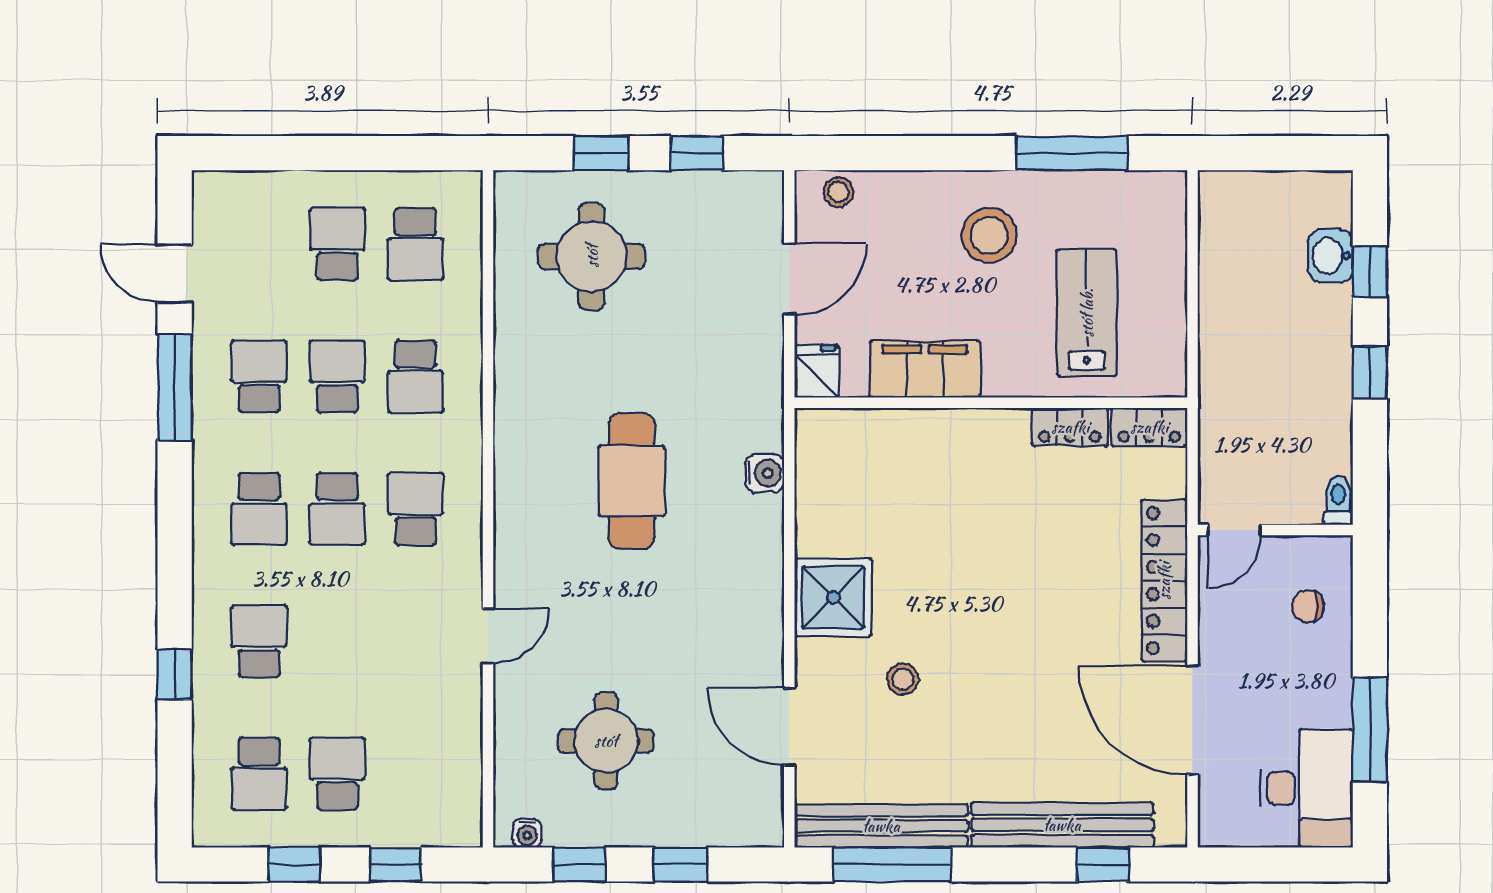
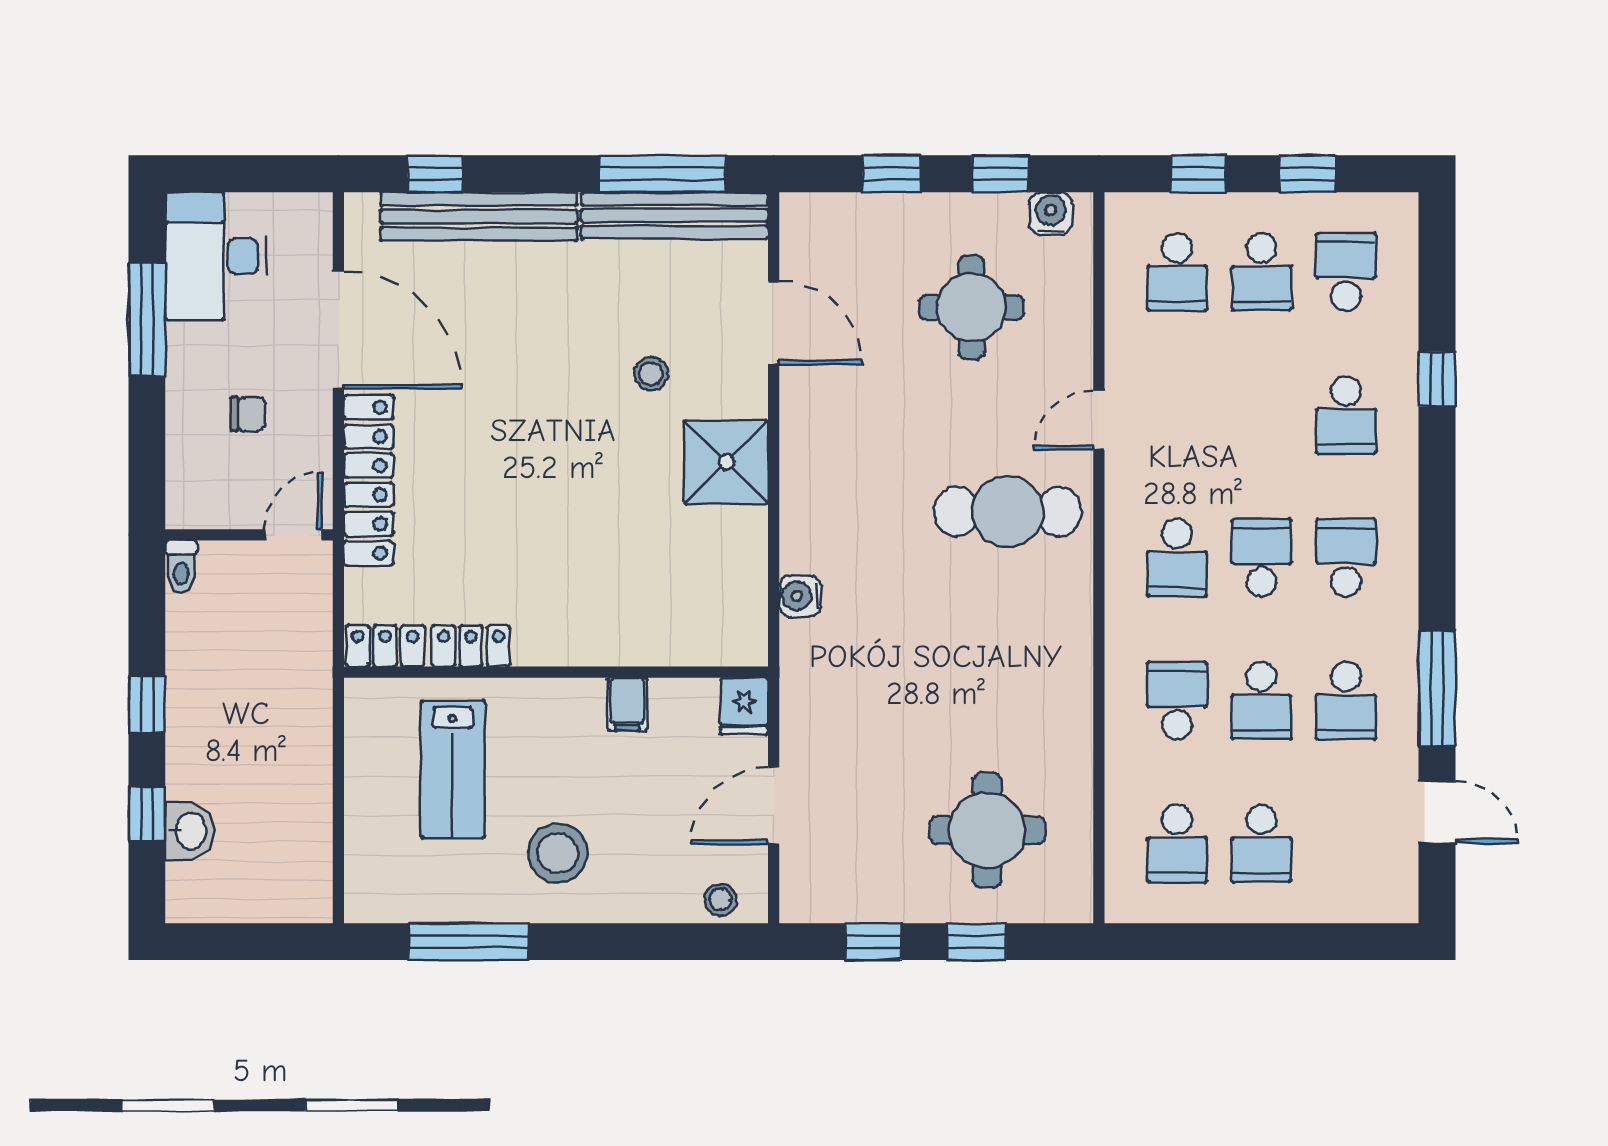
school desk: (415, 244) -> (1177, 843), turned 180
filing cabinet: (925, 369) -> (627, 704), width x0.33, depth x0.86
cafe table: (632, 481) -> (1008, 512), moved, turned 90
chair: (1308, 606) -> (248, 414), moved
school desk: (415, 774) -> (1177, 272), added
water cooler: (527, 833) -> (1051, 214), width x1.38, depth x1.38

